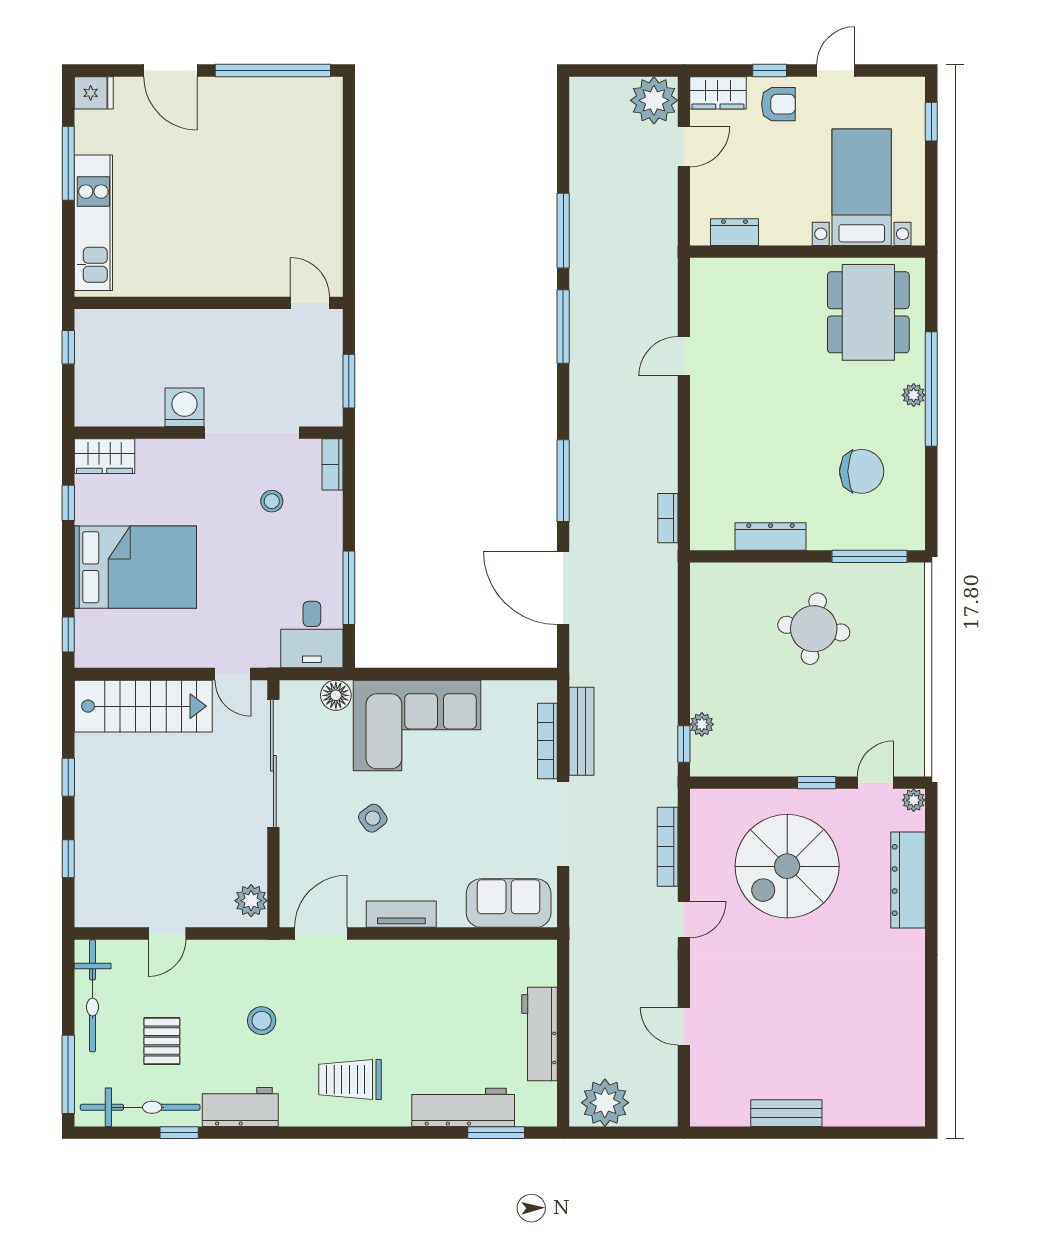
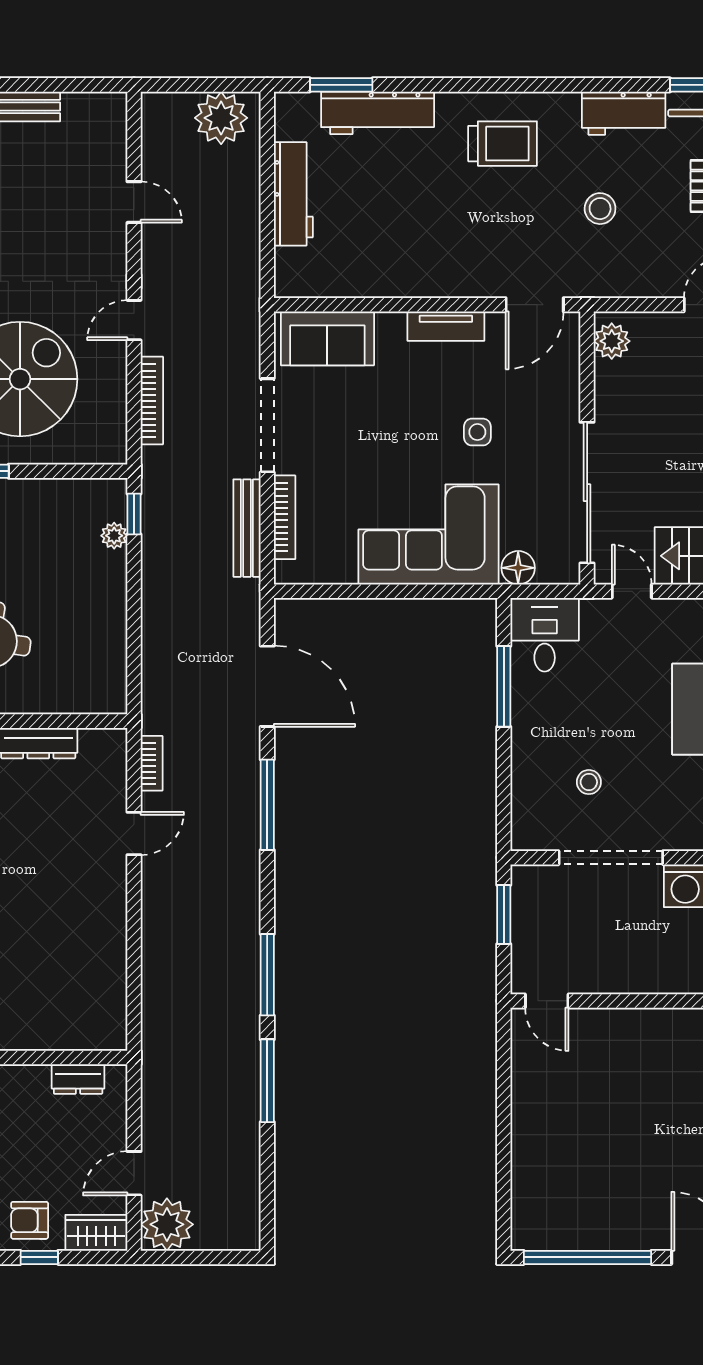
door: (684, 356) -> (134, 833), moved
bookcase: (333, 464) -> (522, 823), removed
side table: (373, 818) -> (477, 432), turned 37

